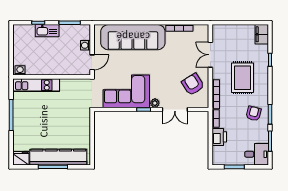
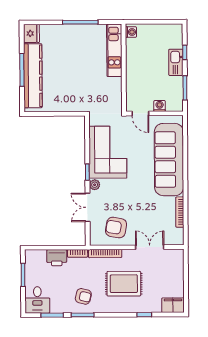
armchair: (193, 84) -> (116, 228), turned -138

